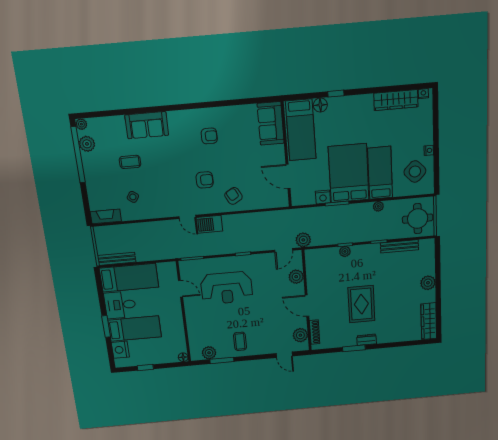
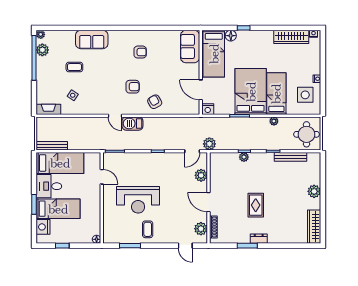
side table: (415, 171) -> (305, 95), turned 45
nightstand: (323, 197) -> (208, 109), moved
reception desk: (227, 288) -> (138, 200), moved
rug: (361, 304) -> (256, 205), width x0.73, depth x0.70
plant: (209, 353) -> (120, 237), removed

